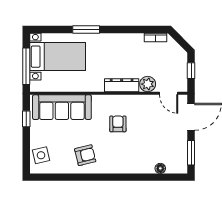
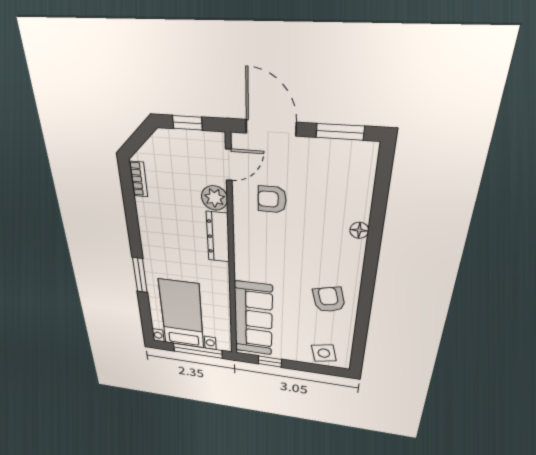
armchair: (118, 124) -> (272, 199), moved
floor lamp: (160, 168) -> (359, 230), moved

